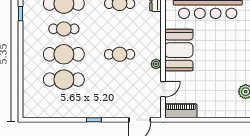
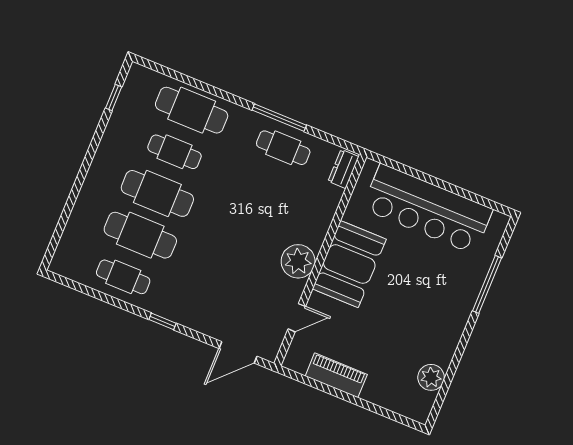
cafe table: (120, 54) -> (123, 277), moved
plant: (156, 64) -> (298, 261), width x1.88, depth x1.88
piano: (181, 111) -> (336, 375), moved

